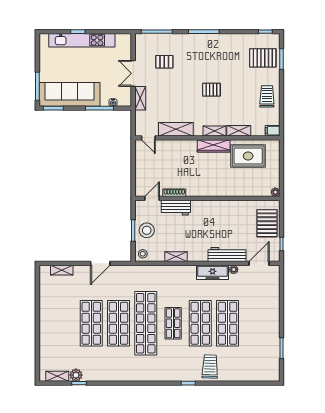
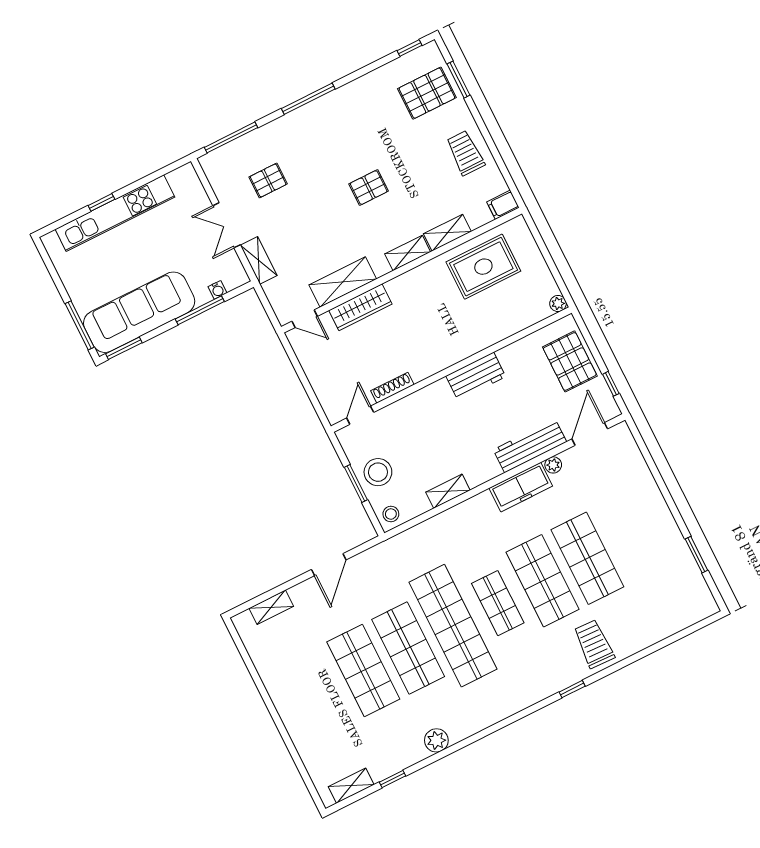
wardrobe: (214, 146) -> (360, 307), moved
workbench: (176, 208) -> (476, 376), moved
plant: (76, 375) -> (436, 740), moved

